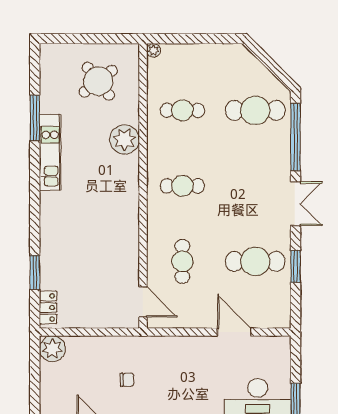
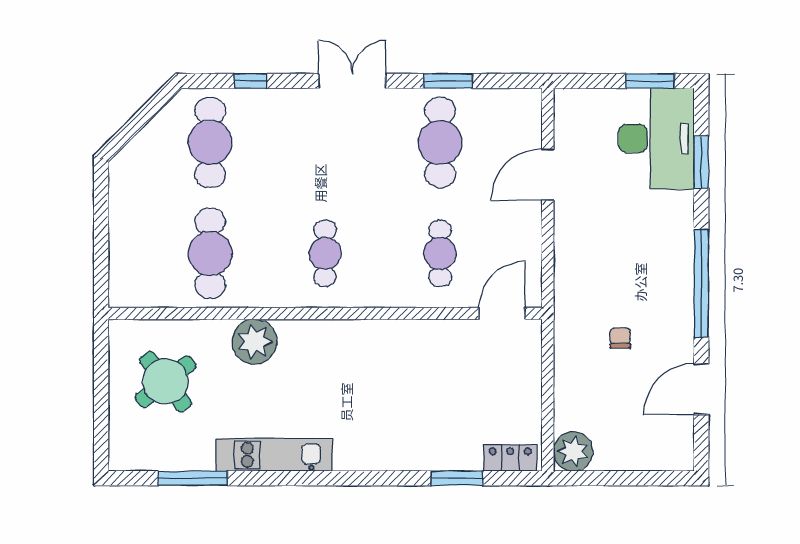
plant: (154, 50) -> (119, 297), removed
cafe table: (182, 110) -> (210, 253), width x1.37, depth x1.35
window: (35, 118) -> (193, 478), moved
window: (296, 137) -> (251, 81), width x0.32
cafe table: (182, 261) -> (440, 253), turned 90

